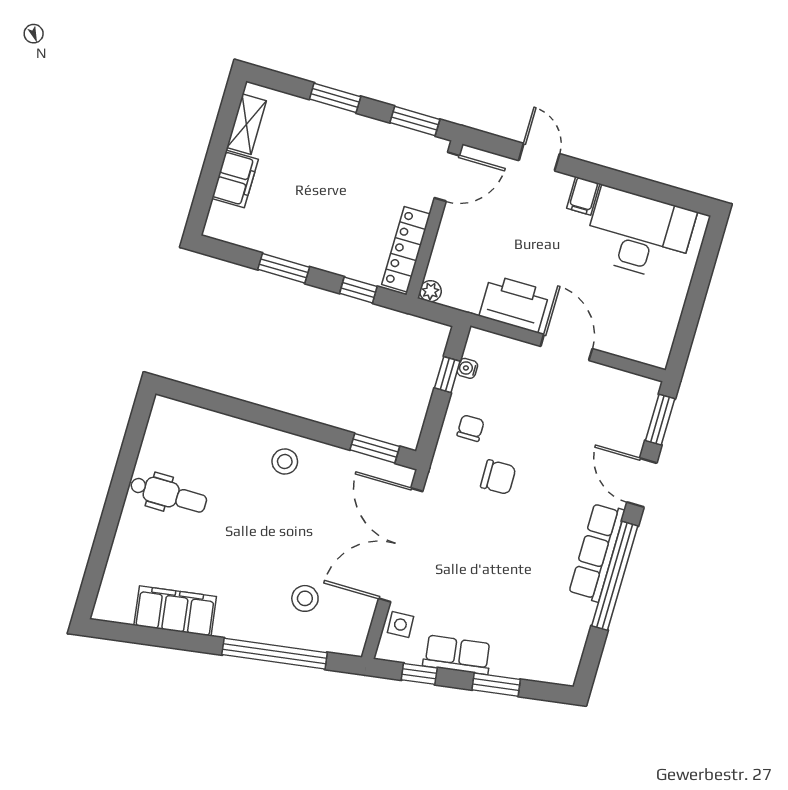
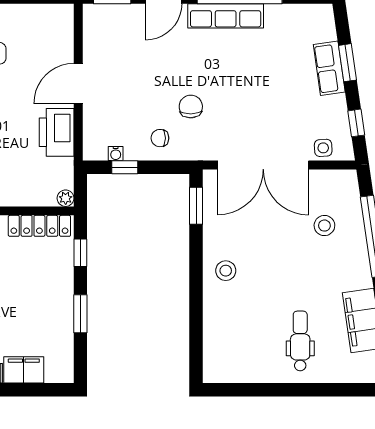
dental chair: (168, 494) -> (300, 341), moved
row of seats: (457, 655) -> (329, 68), moved

